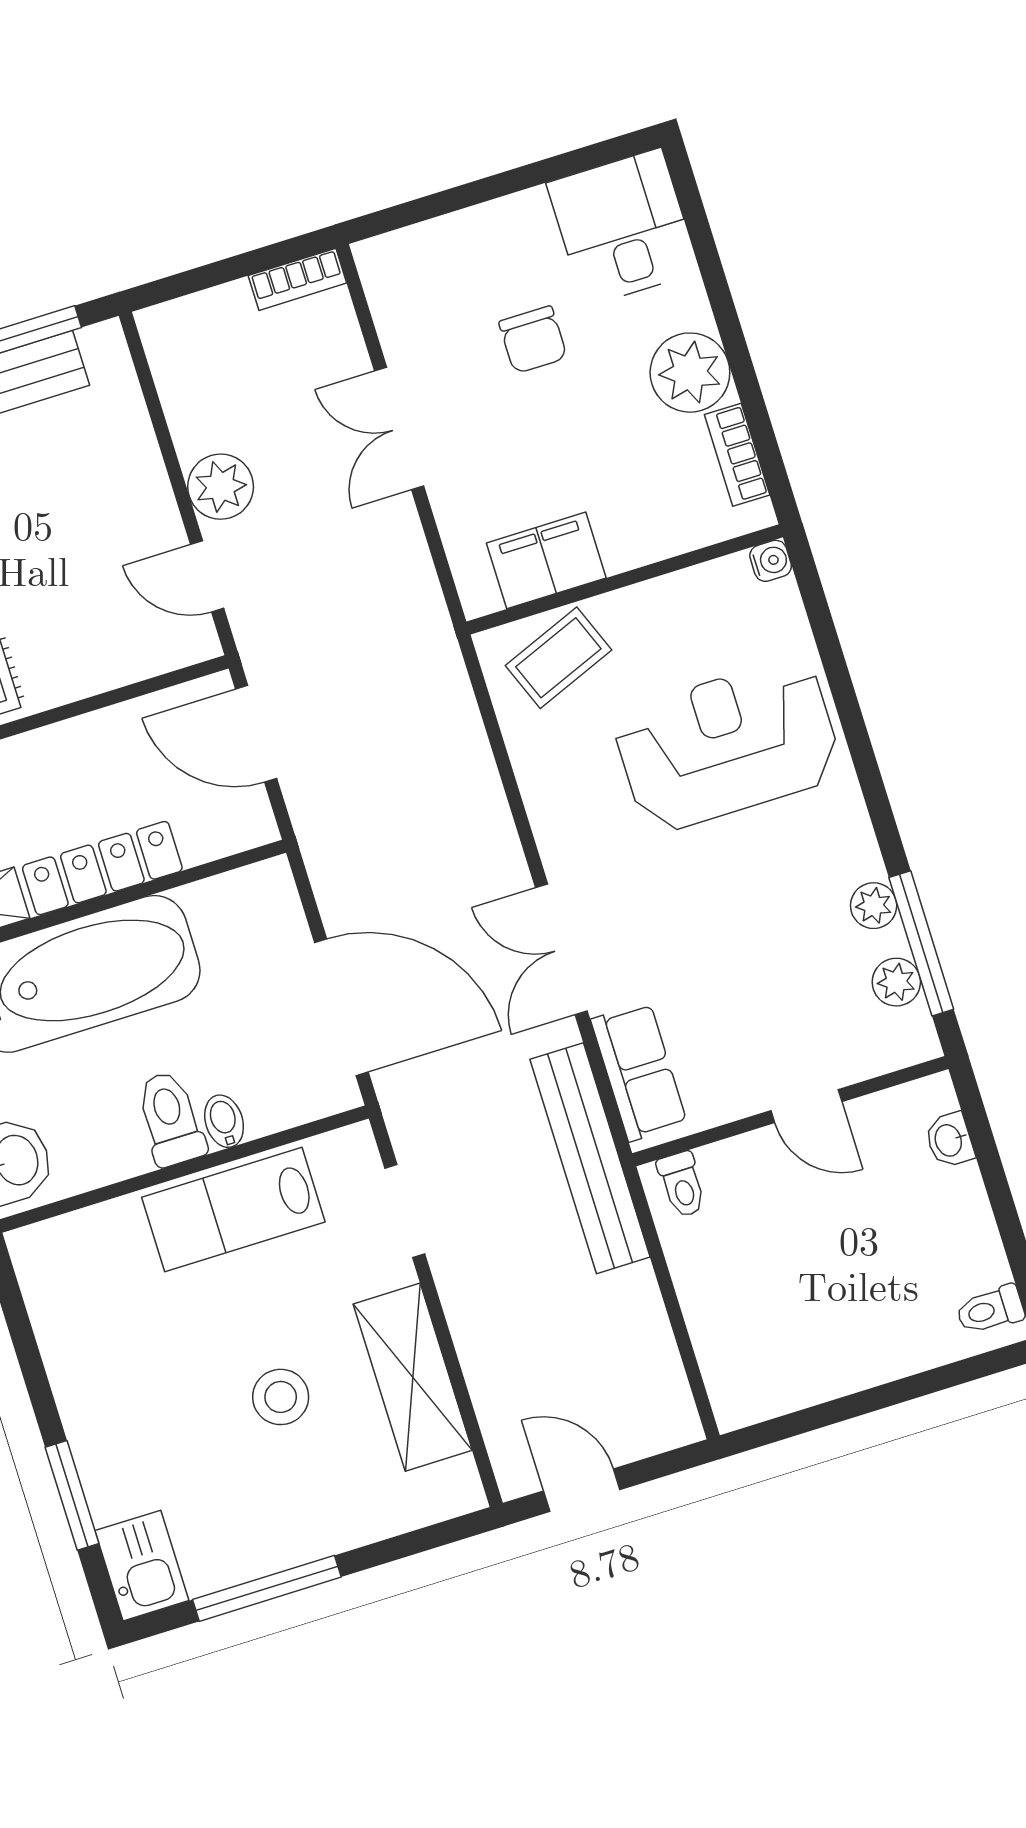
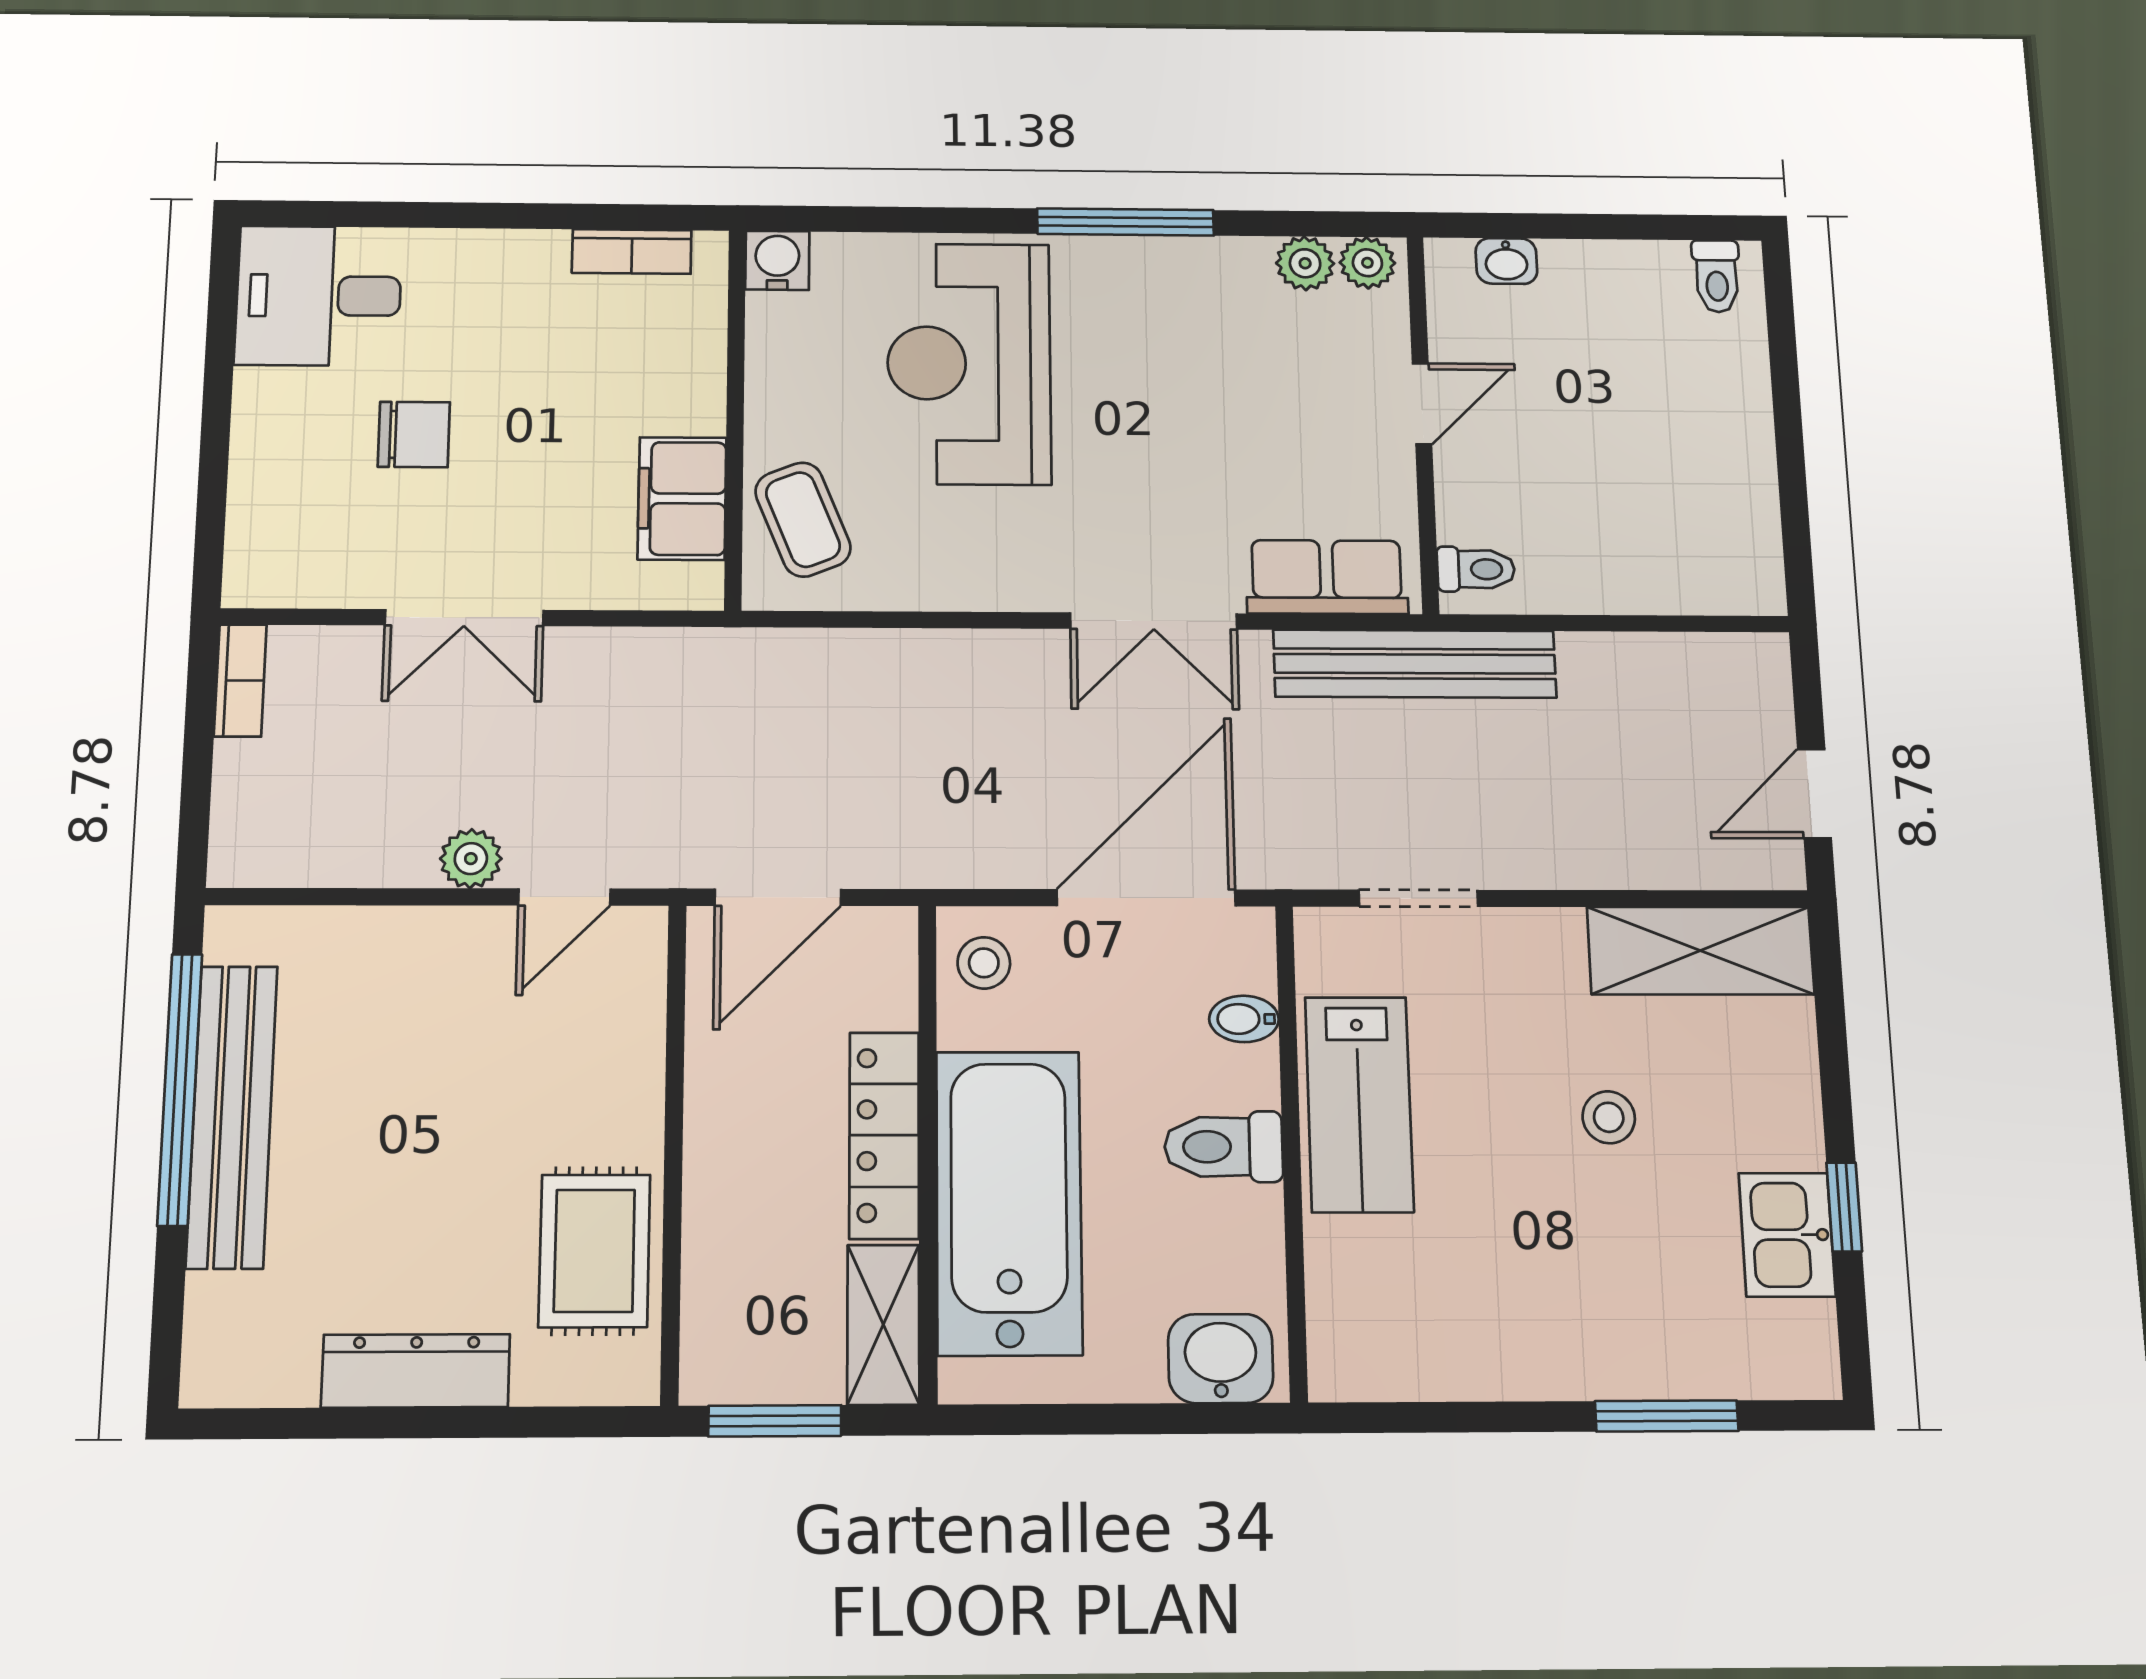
plant: (690, 373) -> (517, 274), removed
plant: (221, 487) -> (471, 859), width x0.73, depth x0.73
water cooler: (771, 561) -> (777, 260), width x1.38, depth x1.38
stool: (254, 901) -> (984, 963), added
plant: (874, 906) -> (1367, 263), moved
window: (921, 943) -> (1126, 222), moved
bidet: (224, 1121) -> (1244, 1019), moved
shelving: (413, 1377) -> (1700, 951), moved
stool: (281, 1397) -> (1609, 1117), width x0.73, depth x0.73
kitchen sink: (142, 1566) -> (1787, 1235), moved, turned -90
window: (267, 1588) -> (1844, 1207), width x0.46

